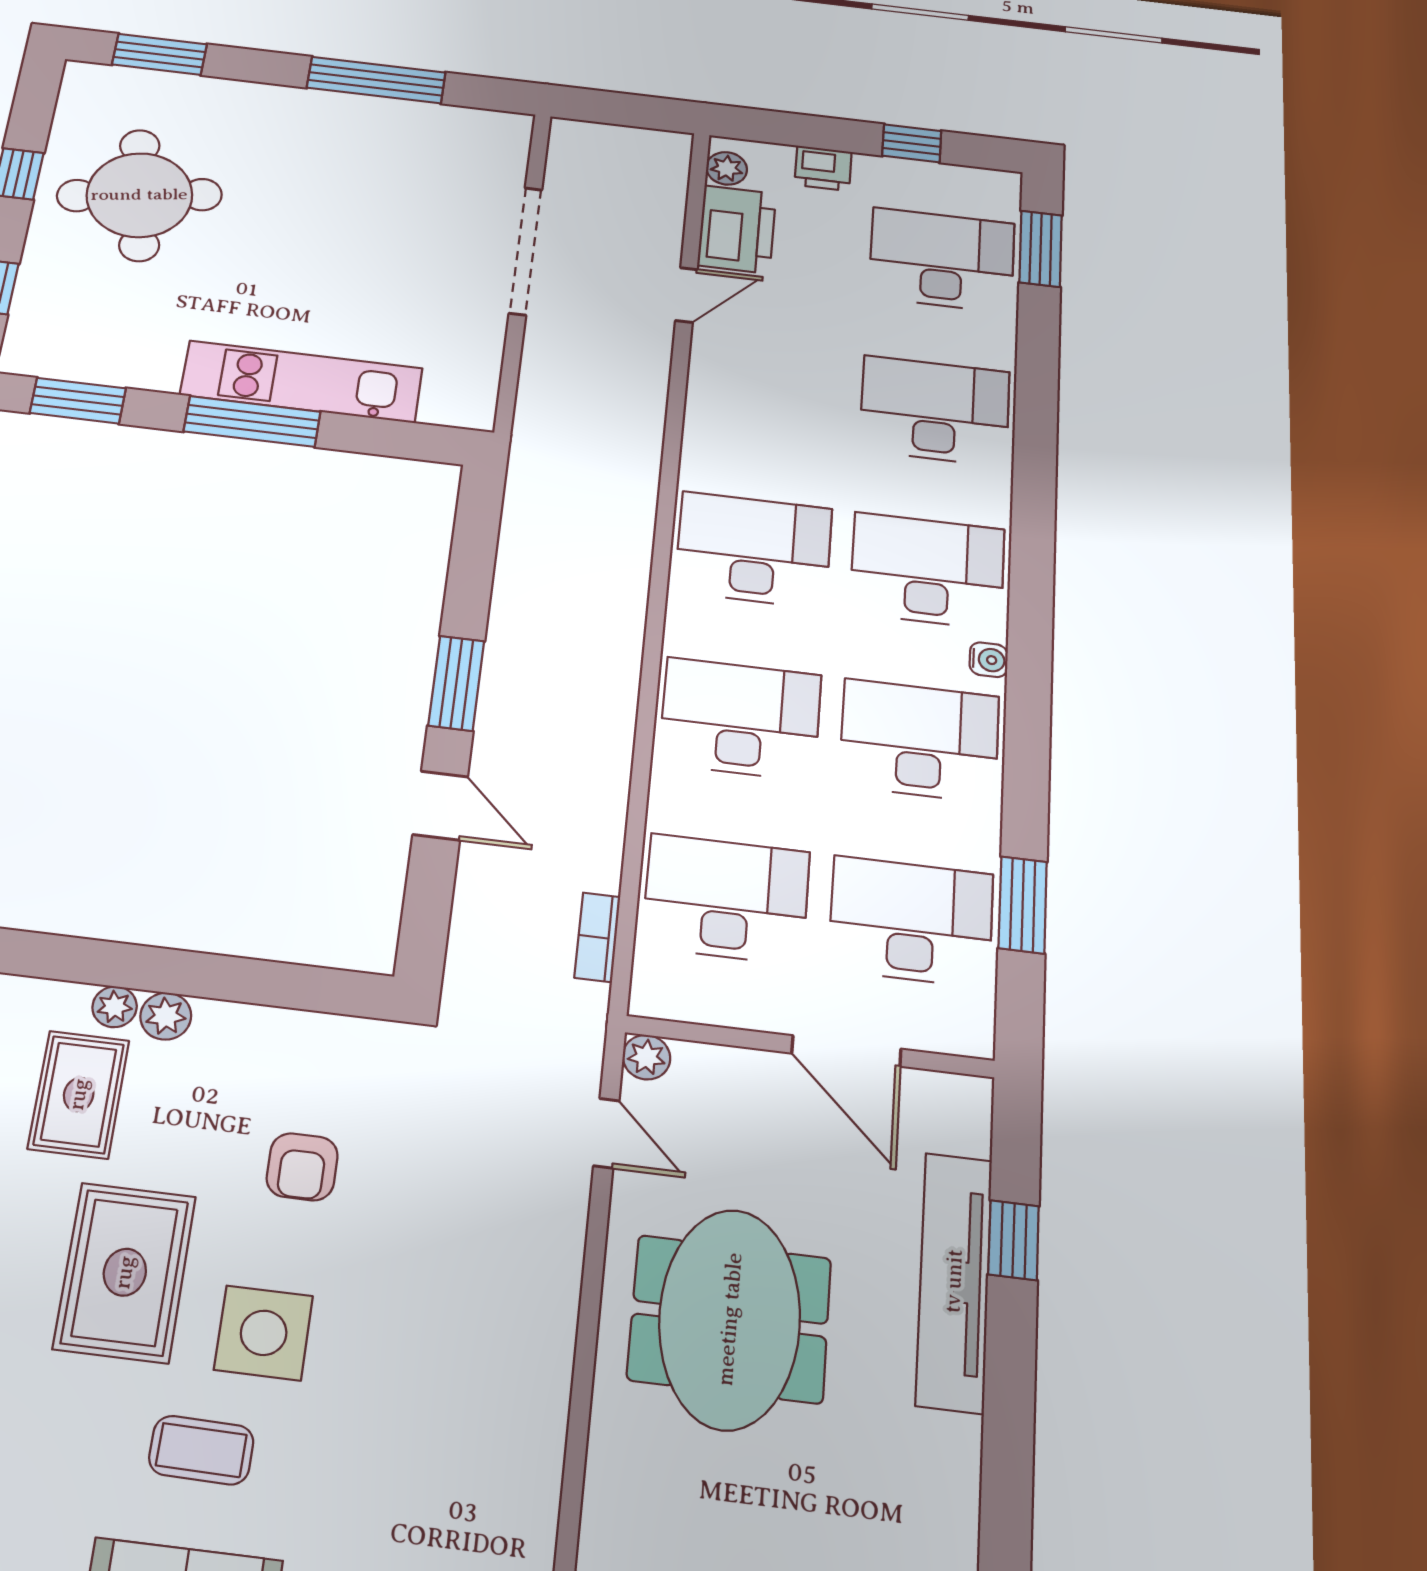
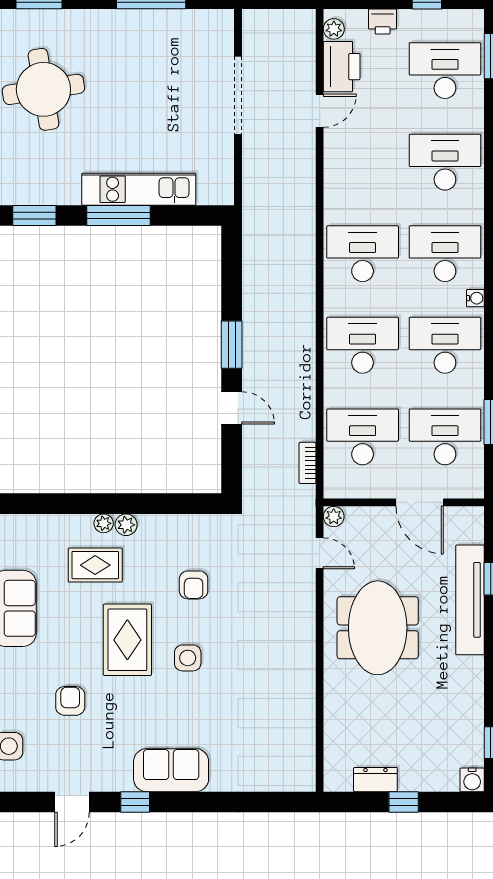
rug: (79, 1094) -> (95, 565), turned 90
side table: (264, 1333) -> (188, 658), width x0.73, depth x0.73
coffee table: (201, 1450) -> (170, 709), removed

